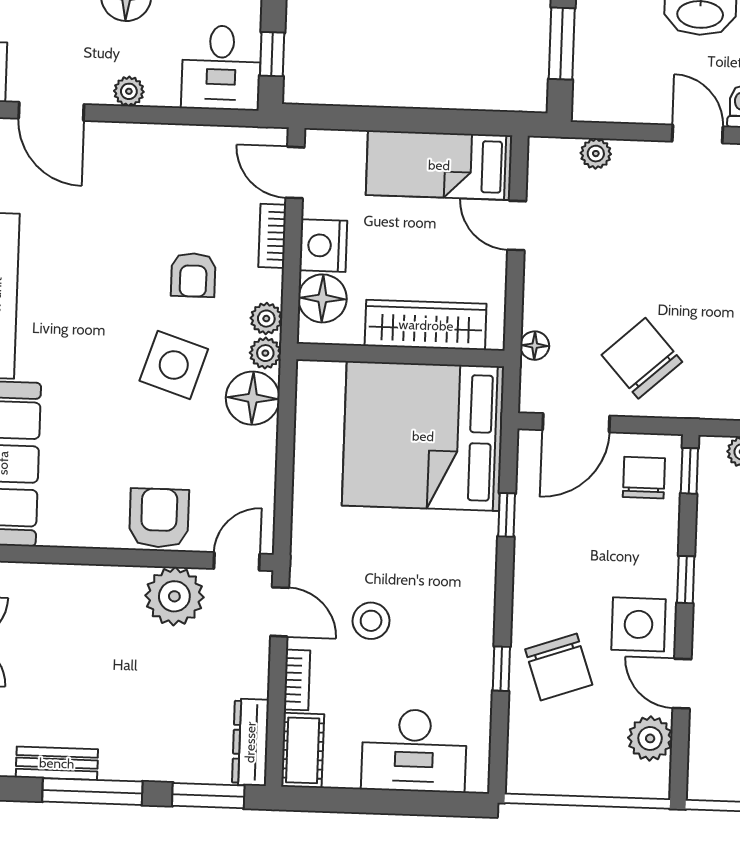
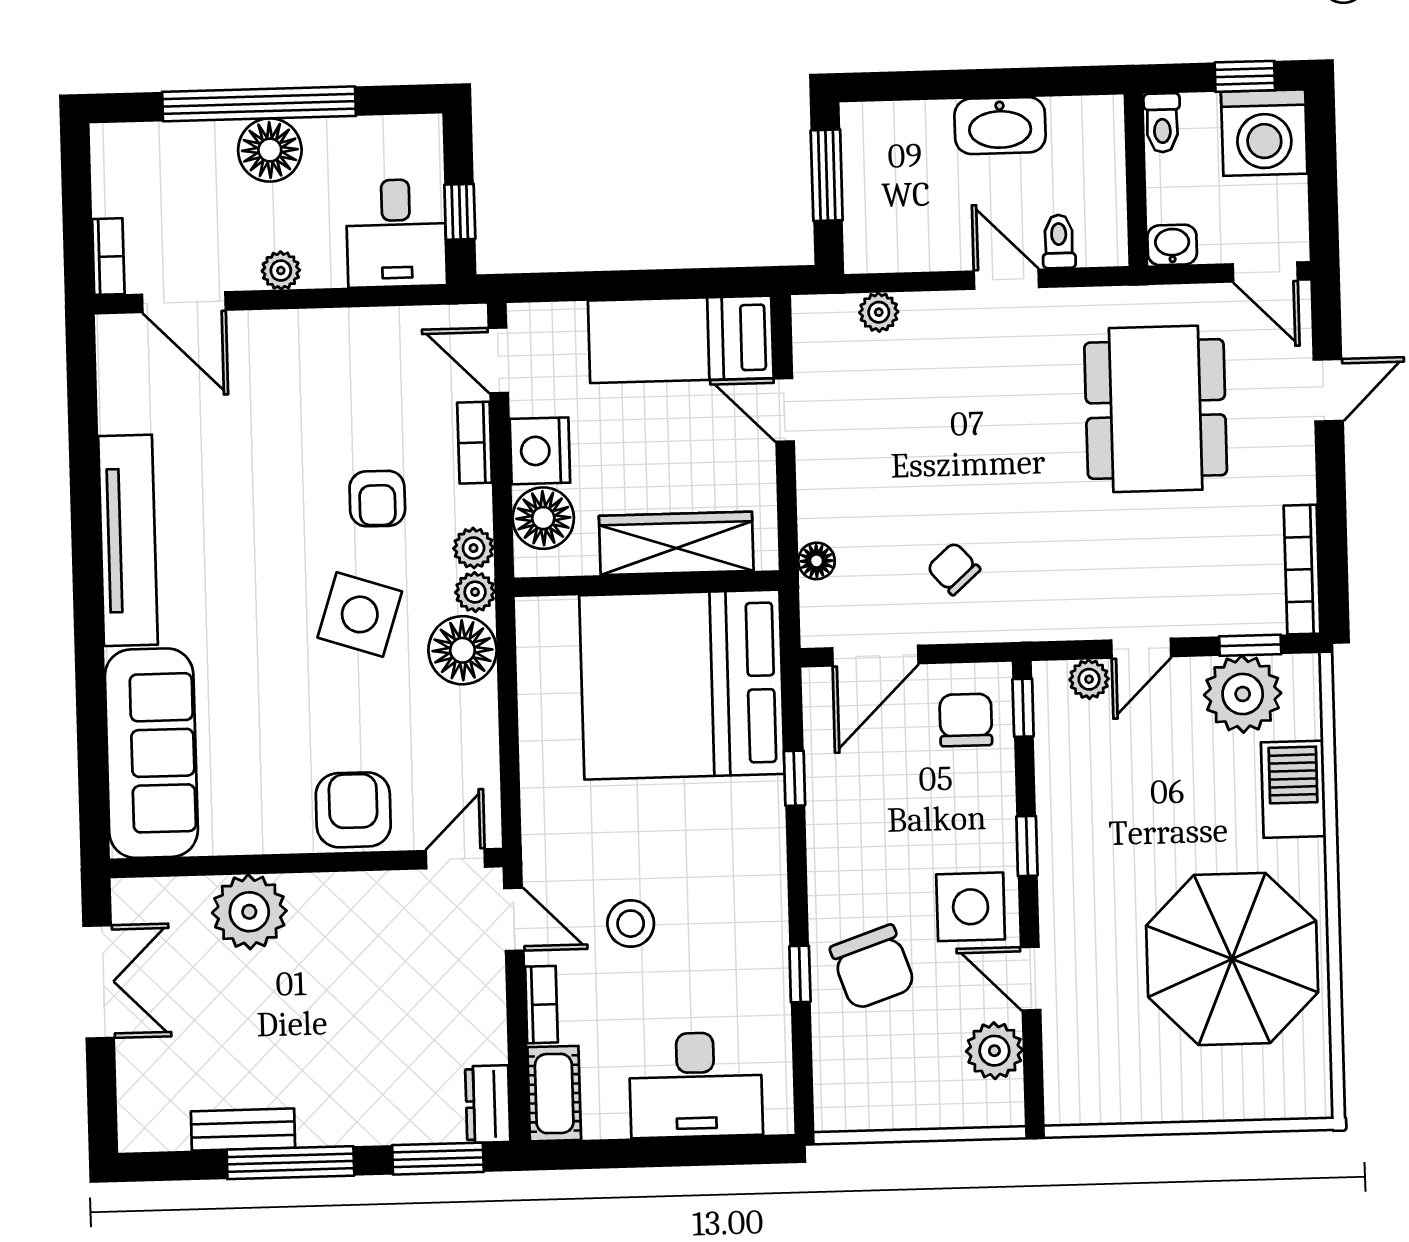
chair: (642, 358) -> (954, 569), width x0.54, depth x0.54
plant: (174, 596) -> (249, 912), moved
dresser: (250, 742) -> (488, 1104), width x0.70

